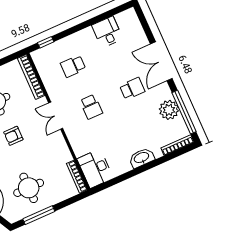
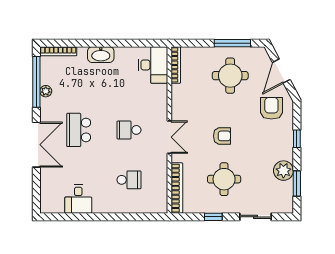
window: (46, 42) -> (146, 217), removed
school desk: (132, 88) -> (79, 130), width x1.85
school desk: (91, 107) -> (129, 130), turned -90
plant: (169, 110) -> (46, 91), width x0.53, depth x0.53

